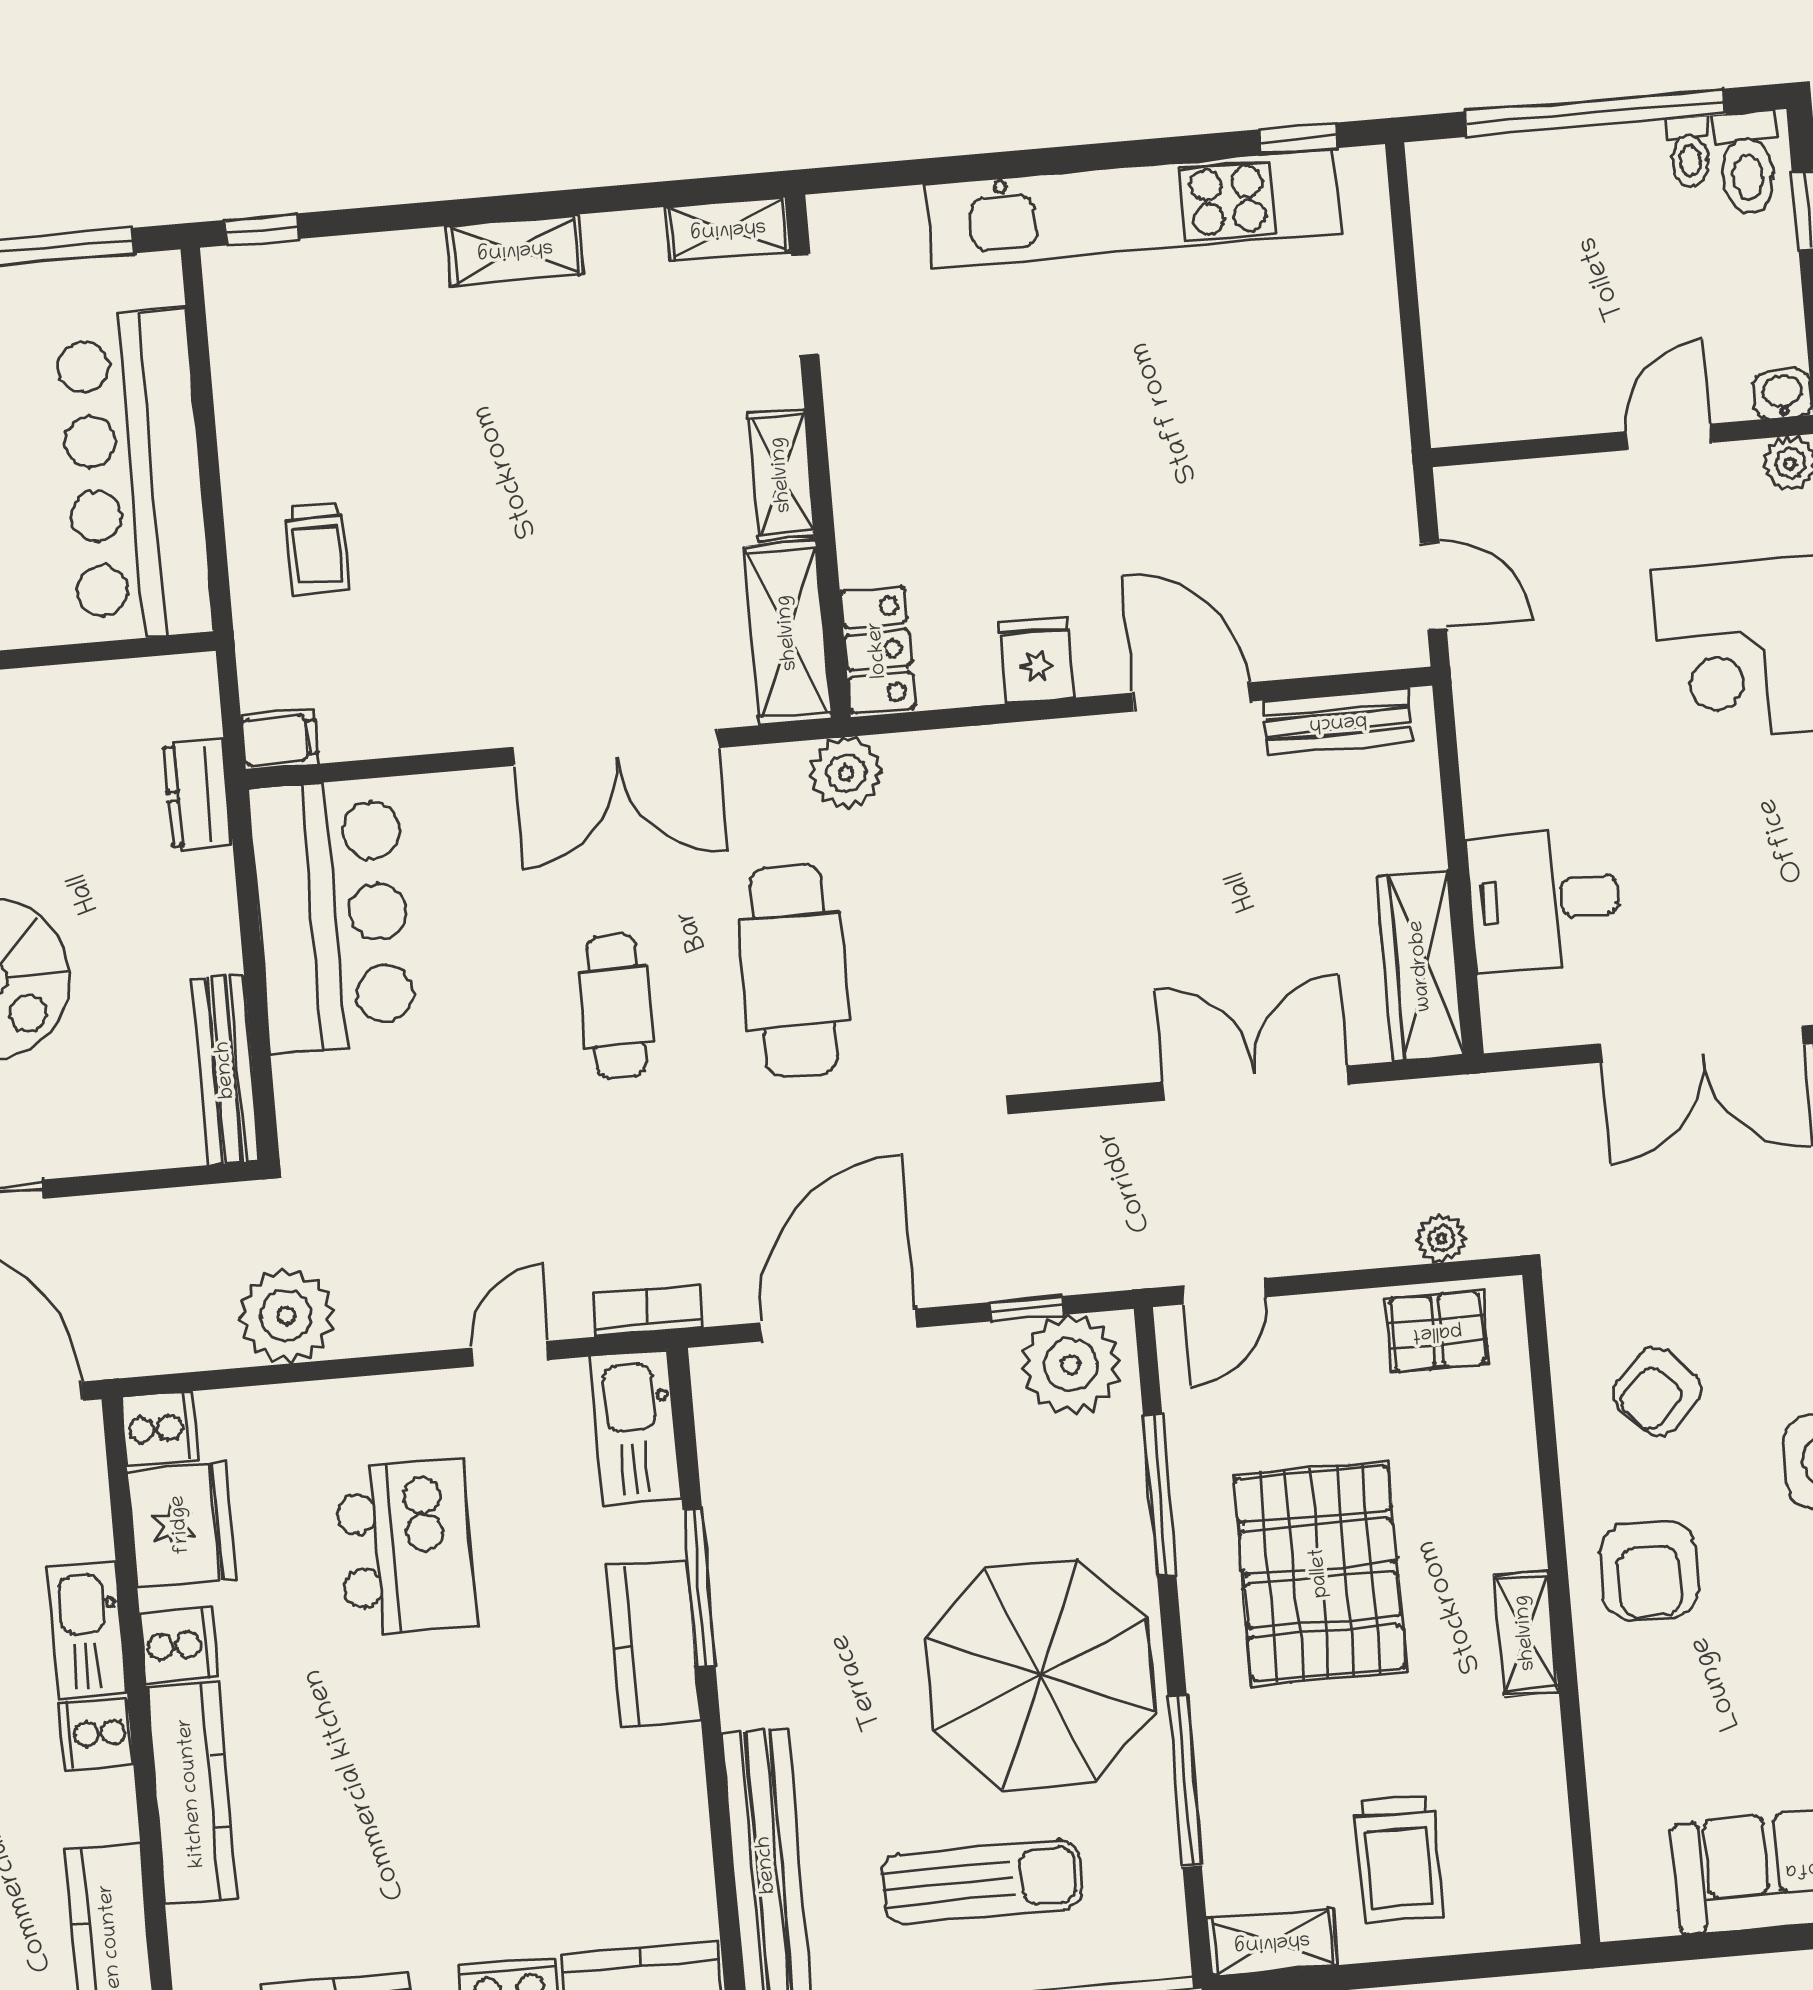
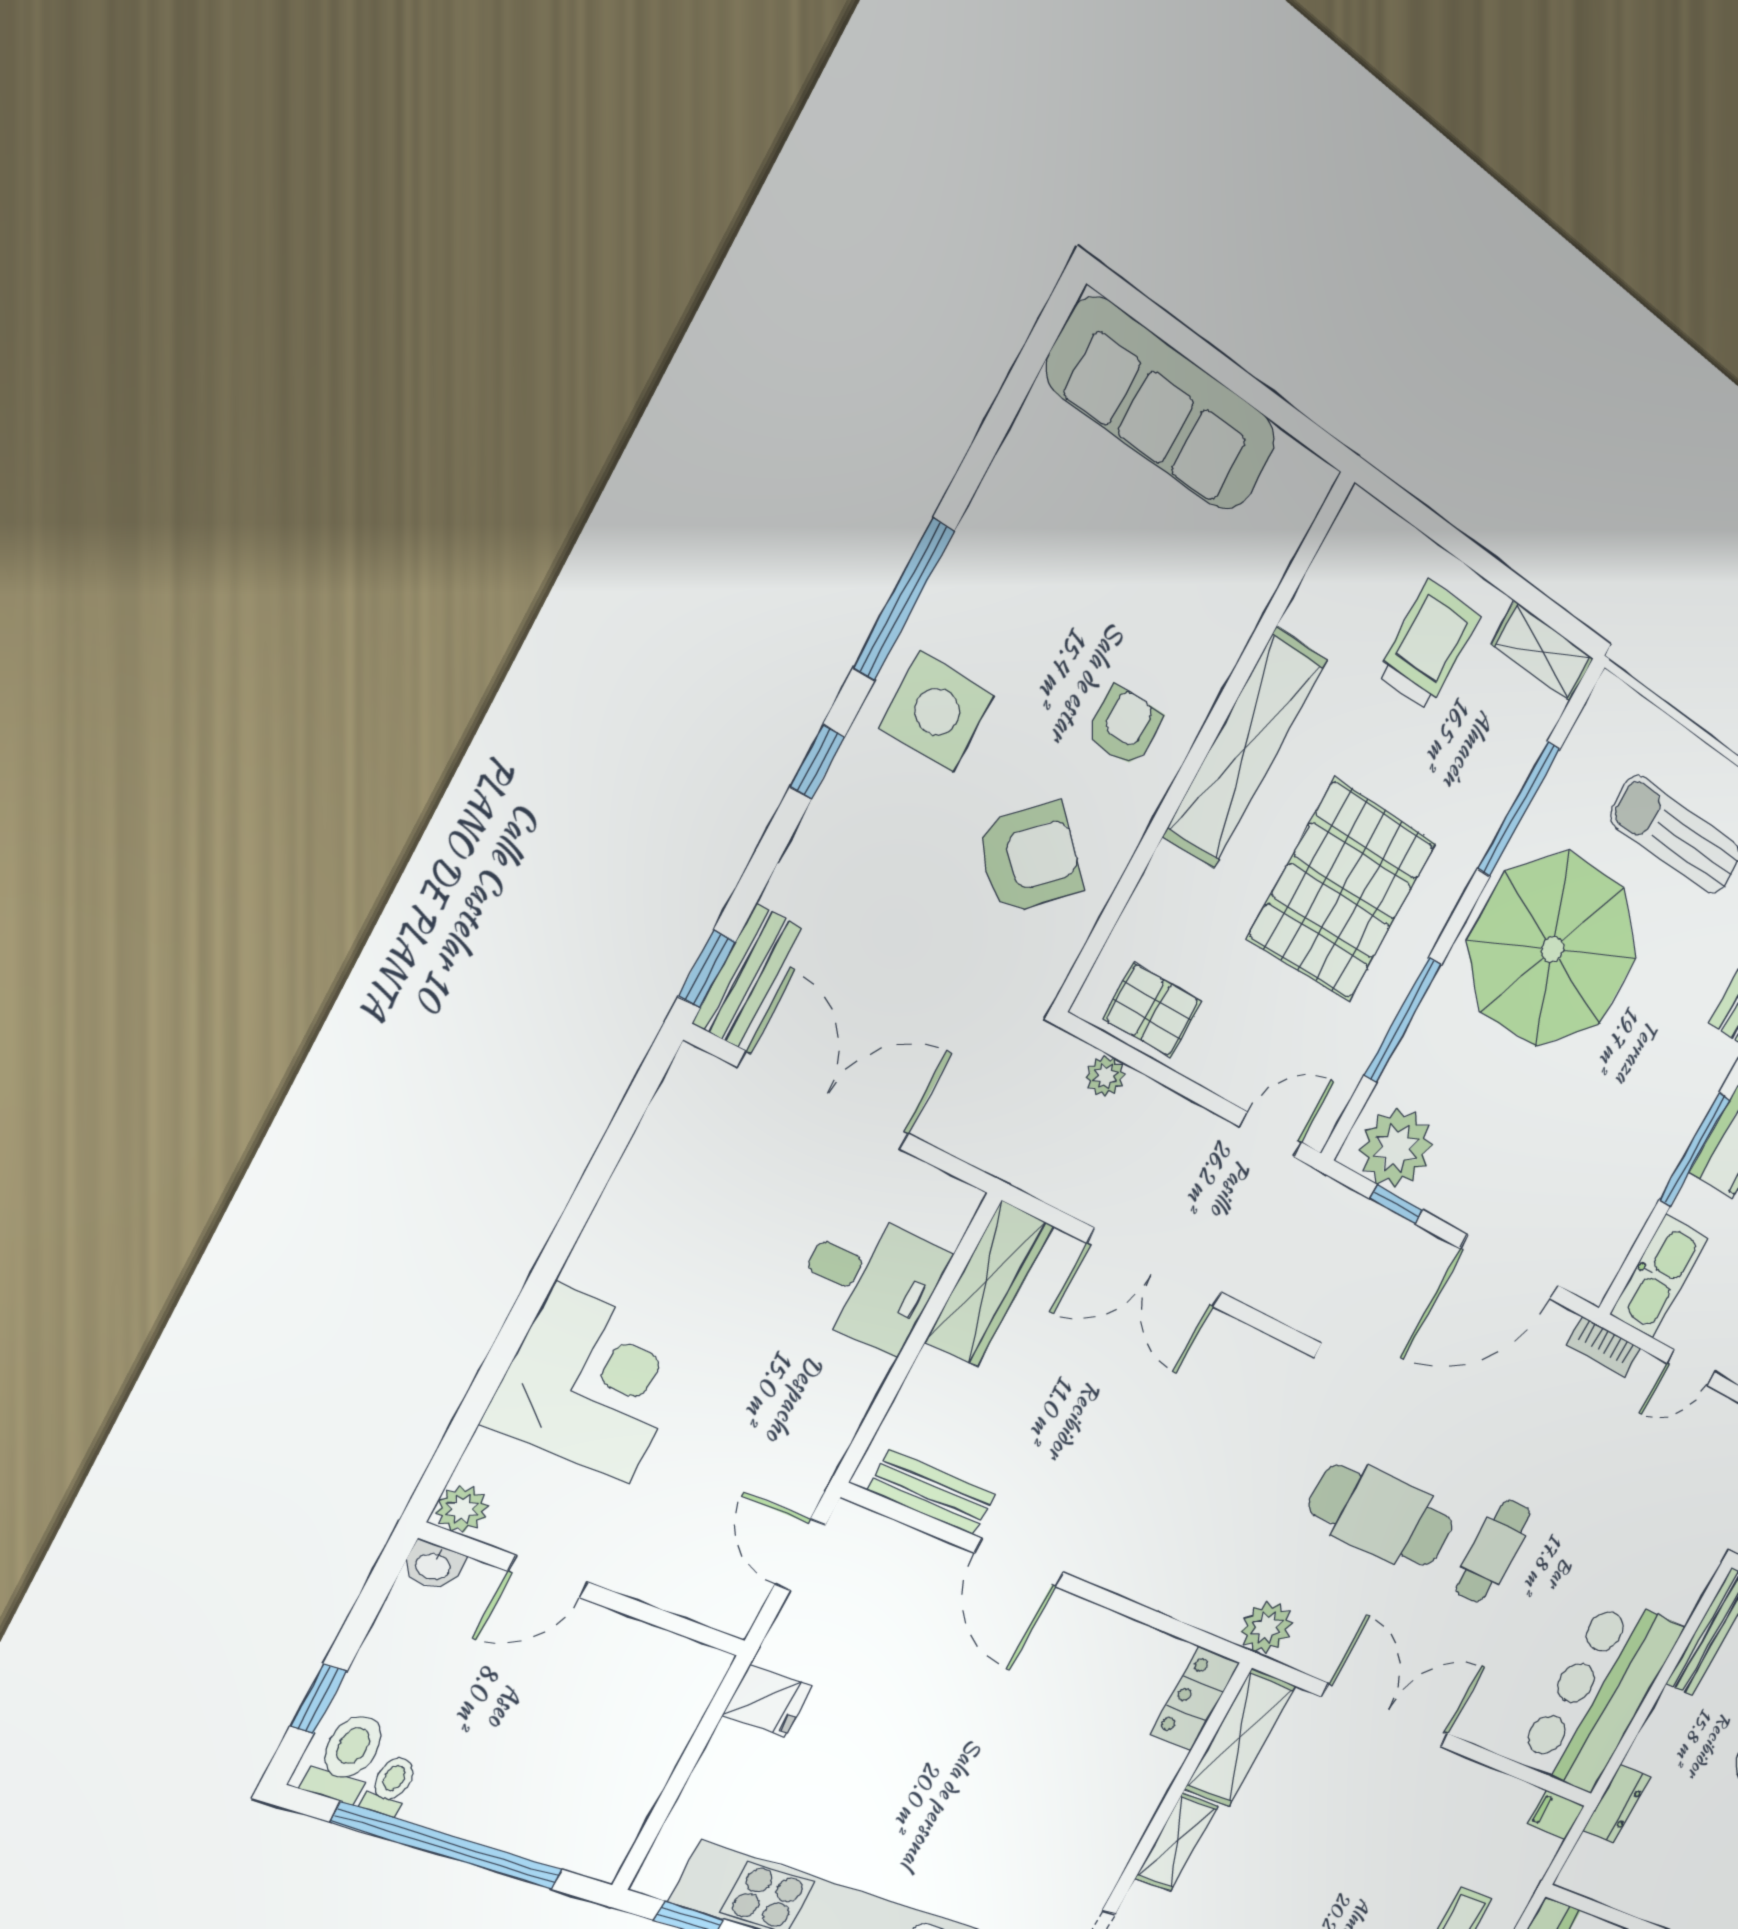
fridge: (1037, 660) -> (768, 1701), moved, turned -90
cafe table: (794, 970) -> (1381, 1515), turned 90
armchair: (1657, 1391) -> (1030, 858), width x1.38, depth x1.38
armchair: (1649, 1570) -> (1124, 726), width x0.72, depth x0.72
shelving: (1526, 1633) -> (1245, 748), width x2.20, depth x1.33

